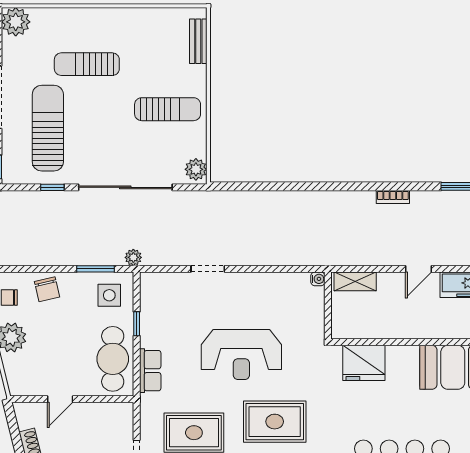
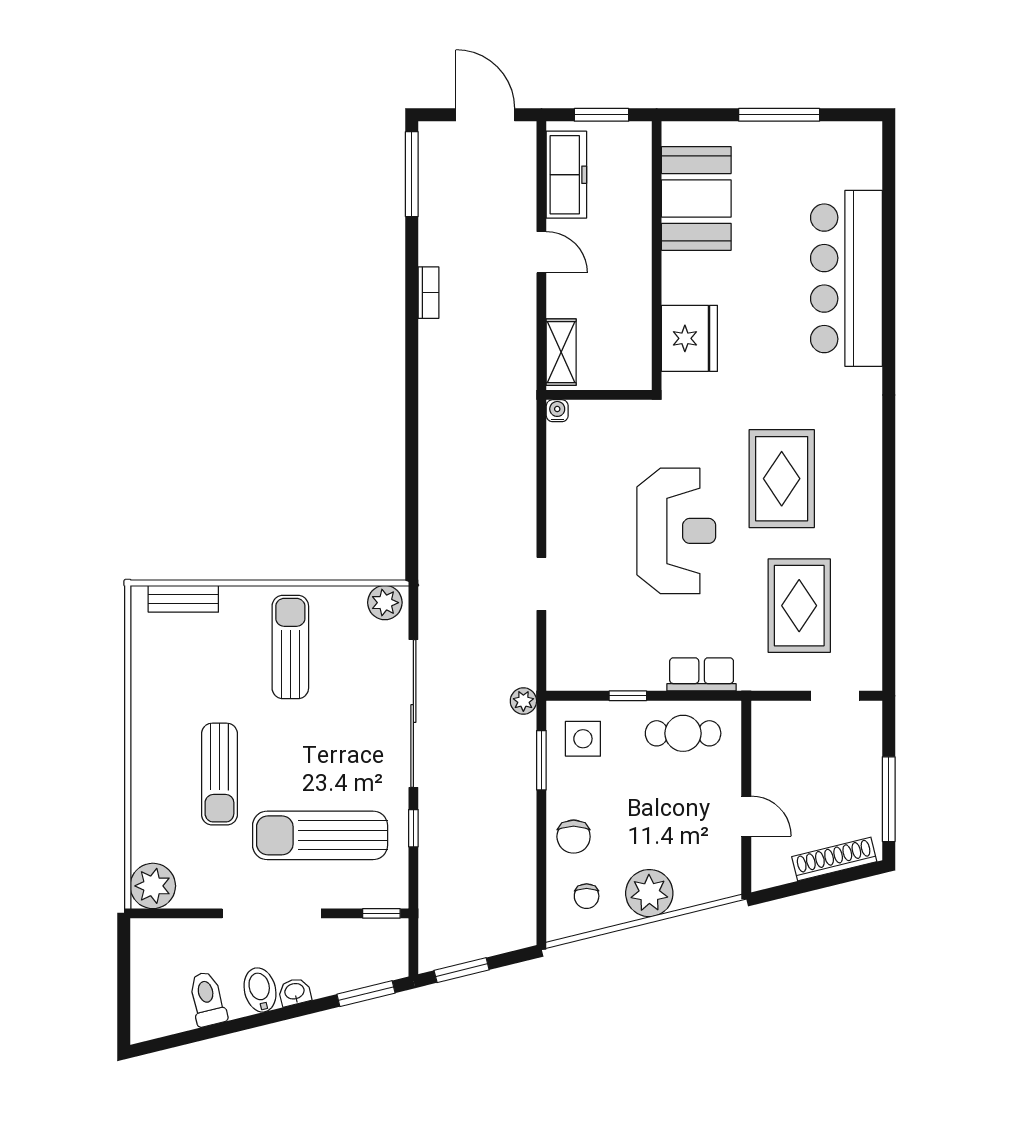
chair: (47, 289) -> (574, 837), turned 103
cafe table: (113, 359) -> (683, 733), width x0.73, depth x0.74

